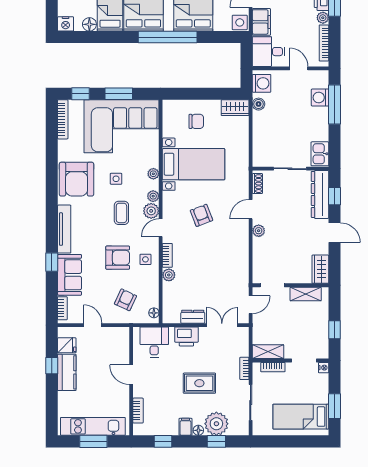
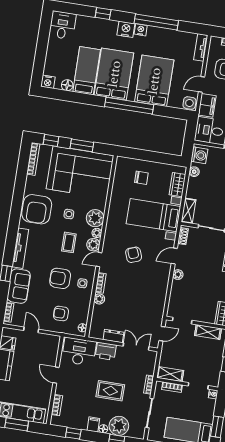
wardrobe: (235, 108) -> (177, 185), moved, turned 90
shelving: (259, 152) -> (188, 211), added
bed with nightstands: (194, 164) -> (153, 215), moved, turned 180
plant: (153, 174) -> (95, 218), width x1.87, depth x1.87
armchair: (118, 258) -> (60, 278), turned 180
armchair: (125, 300) -> (61, 314), turned -115
desk: (154, 342) -> (79, 352), width x1.37

